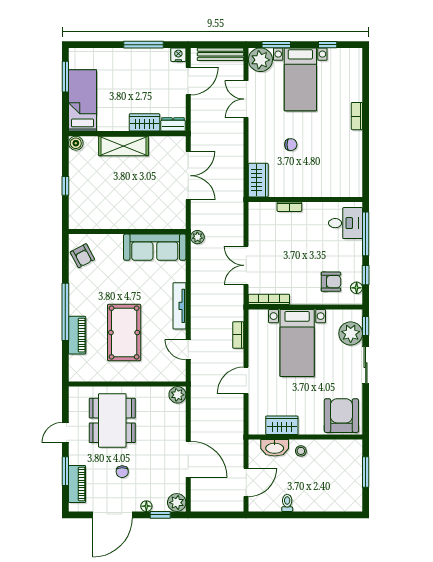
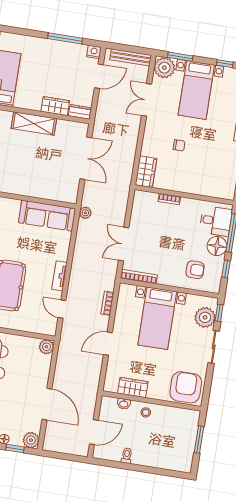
floor lamp: (357, 288) -> (217, 246), moved, width x1.89, depth x1.89
tv unit: (180, 306) -> (59, 276), width x0.71
washbasin: (275, 448) -> (124, 404), width x0.52, depth x0.69

